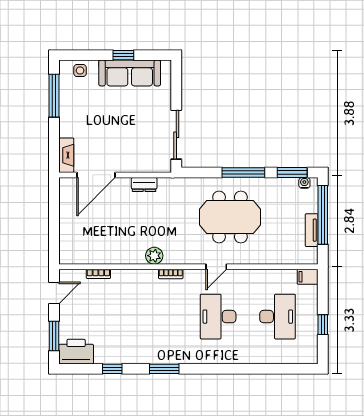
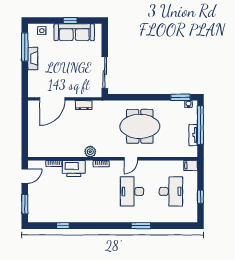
fireplace: (66, 155) -> (33, 58), moved
window: (243, 173) -> (149, 97), removed
printer: (76, 352) -> (74, 169), moved, turned 180
window: (164, 369) -> (141, 226), moved

